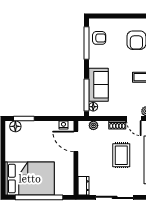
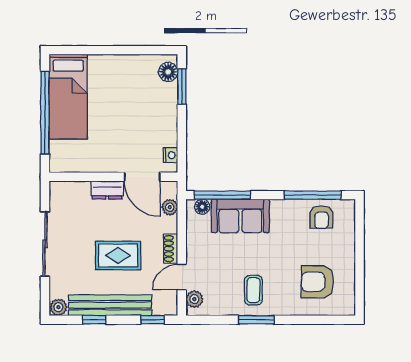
door: (76, 141) -> (142, 177), swing flipped
bed: (30, 179) -> (68, 97), width x0.67
dresser: (84, 186) -> (107, 190), moved

